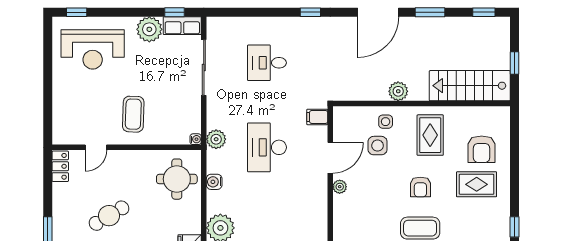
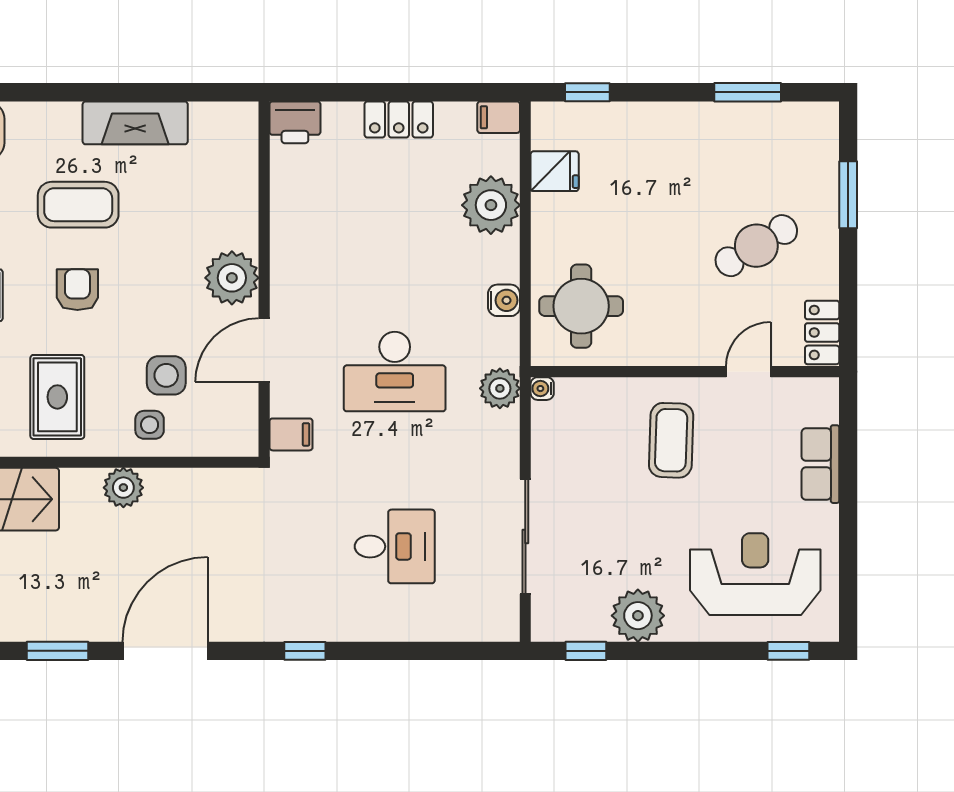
row of seats: (182, 26) -> (820, 464), moved, turned -90
desk: (267, 147) -> (395, 372), turned 90
plant: (340, 187) -> (232, 278), width x1.88, depth x1.88
cafe table: (109, 216) -> (756, 246), moved

